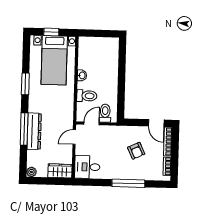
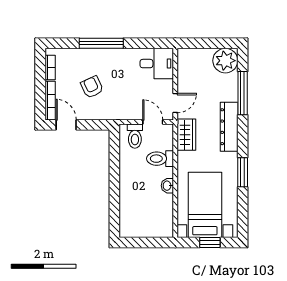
door: (92, 123) -> (153, 122), swing flipped
window: (24, 129) -> (243, 93), moved
dresser: (34, 131) -> (229, 127), moved
wardrobe: (60, 171) -> (186, 135), moved, turned -90
plant: (31, 172) -> (225, 61), width x1.88, depth x1.88

